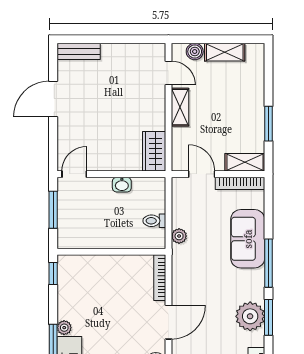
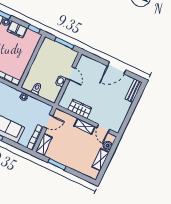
door: (169, 73) -> (103, 128), hinge flipped
door: (53, 99) -> (117, 68), swing flipped
wardrobe: (154, 151) -> (80, 109), moved
door: (74, 174) -> (71, 73), moved
filing cabinet: (68, 302) -> (17, 29), added

